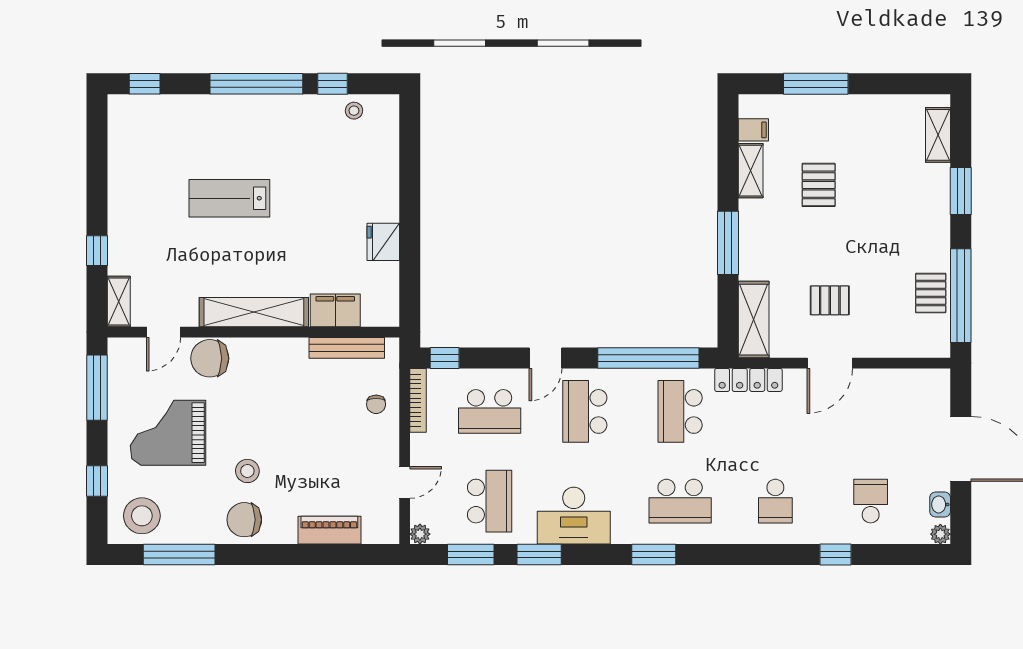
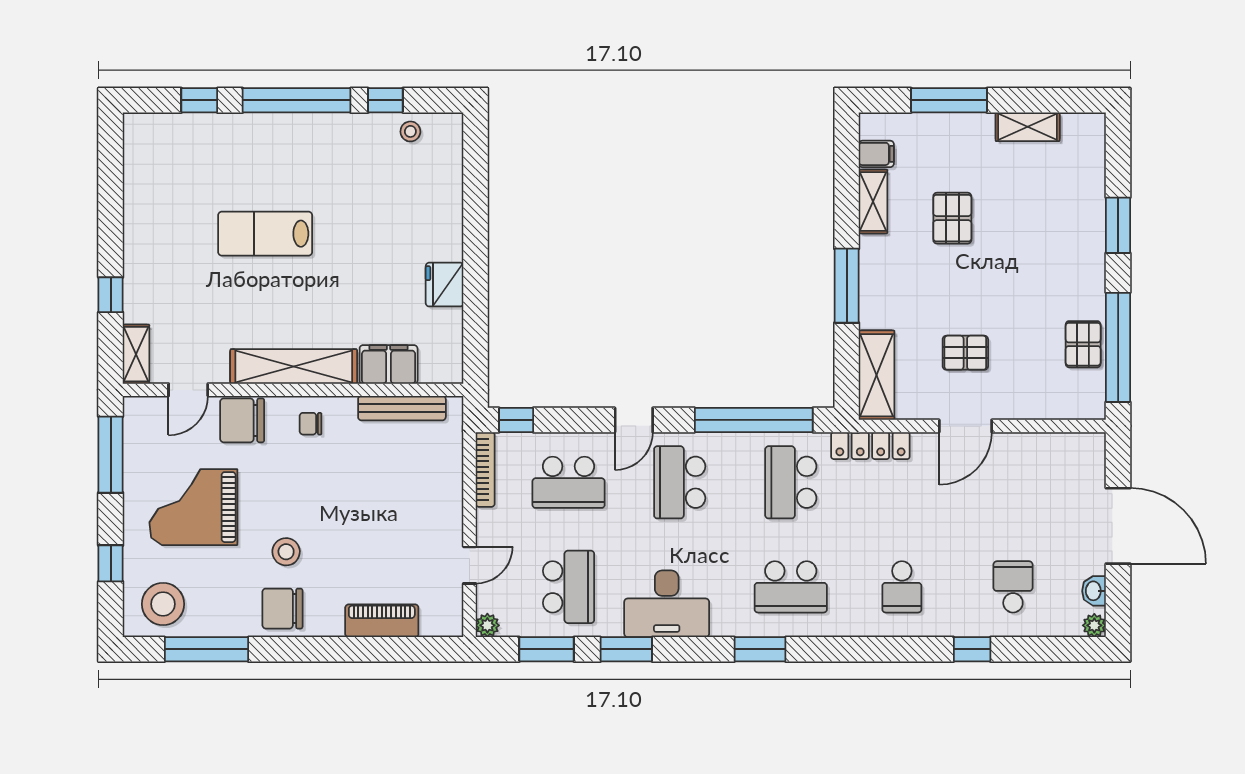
window: (145, 84) -> (199, 100), moved
shelving: (938, 135) -> (1028, 127), moved, turned 90
chair: (376, 404) -> (311, 424), moved, turned 90

